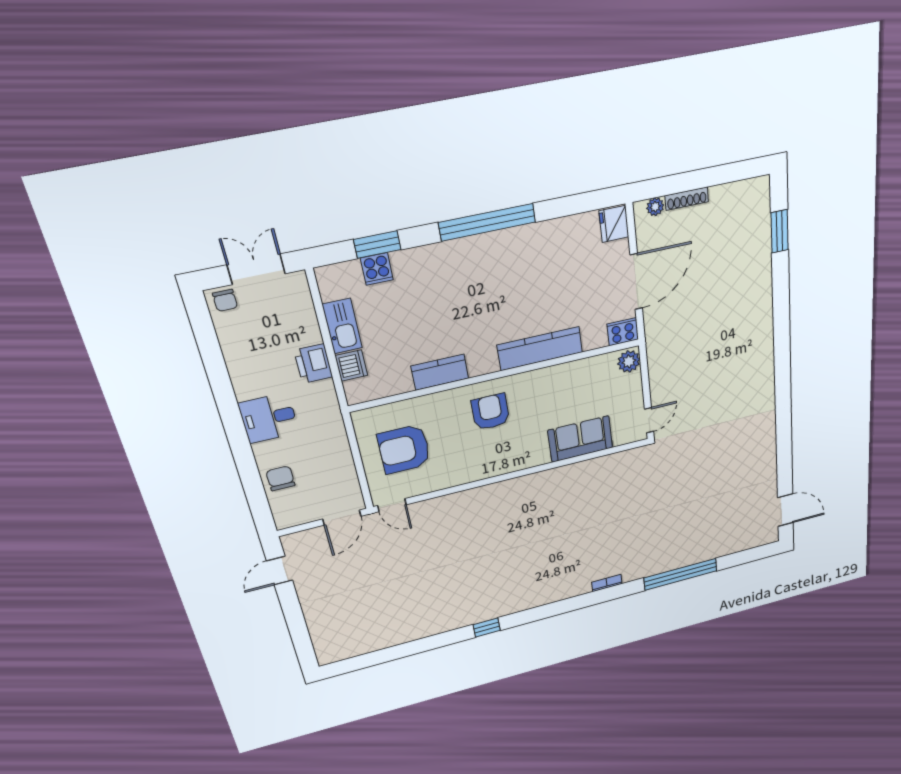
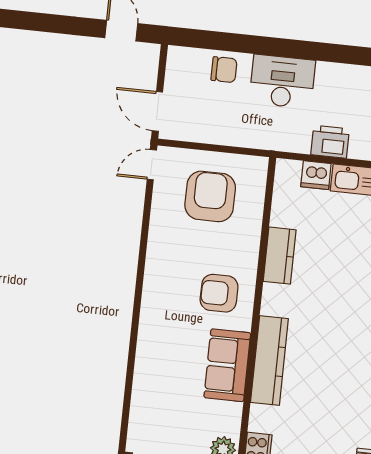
armchair: (490, 412) -> (219, 293), turned 180
desk: (269, 418) -> (282, 81), width x1.37
sofa: (580, 439) -> (227, 365), moved, turned 180

